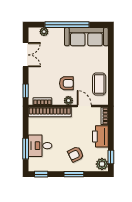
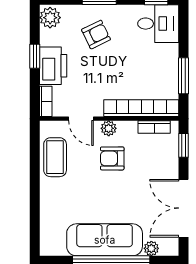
sofa: (86, 37) -> (105, 240), moved
double door: (26, 55) -> (184, 208), width x1.37
desk: (40, 146) -> (158, 24), moved
window: (26, 149) -> (184, 76), moved
window: (111, 157) -> (35, 56), moved

